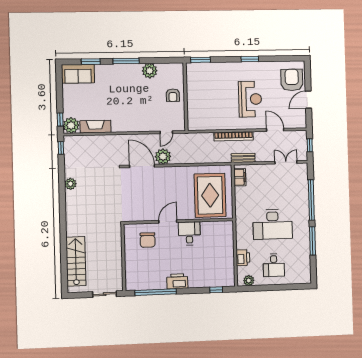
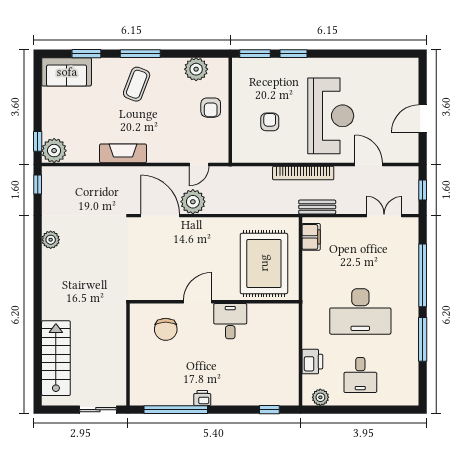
window: (250, 59) -> (294, 54), moved
plant: (150, 71) -> (196, 69), moved
armchair: (292, 80) -> (270, 122), moved, width x0.53, depth x0.53
coffee table: (124, 81) -> (137, 84), added
reception desk: (250, 99) -> (331, 116), width x1.36, depth x1.30
fireplace: (95, 127) -> (123, 153), moved
printer: (177, 281) -> (202, 398), width x0.53, depth x0.68

